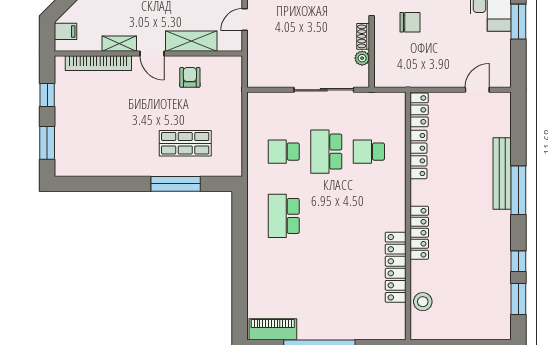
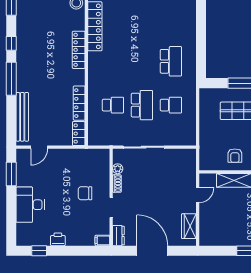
window: (518, 22) -> (11, 174), moved
bench: (502, 173) -> (22, 117), moved
window: (518, 261) -> (11, 43), moved

